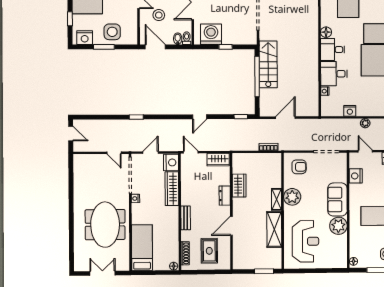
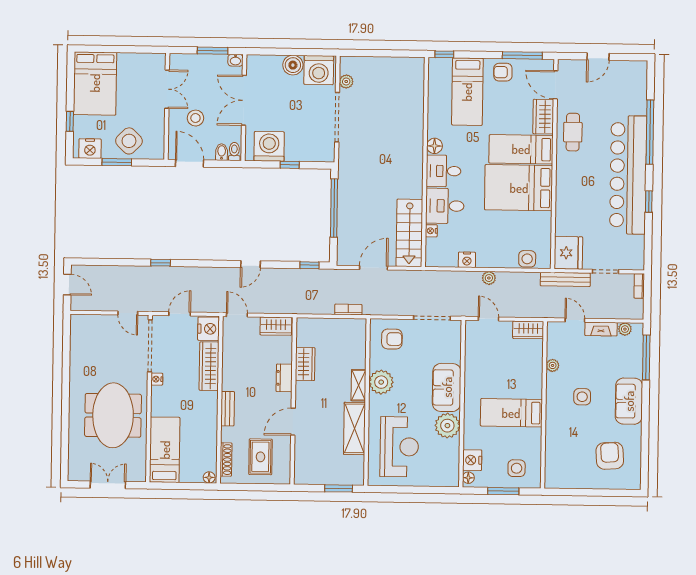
side table: (112, 32) -> (129, 141), turned 45
stairs: (268, 64) -> (409, 233), moved, turned 180
nightstand: (356, 176) -> (472, 460), moved

